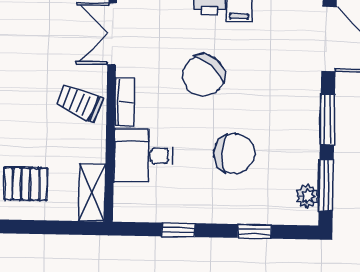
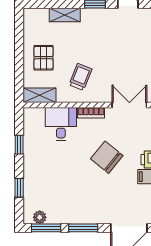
trolley: (79, 103) -> (81, 77), moved
chair: (234, 154) -> (63, 175), removed

